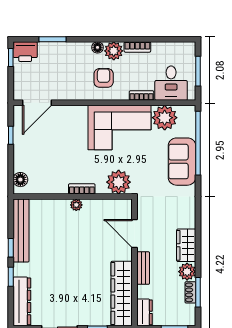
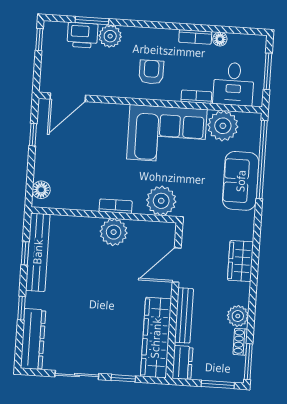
floor lamp: (98, 47) -> (220, 39), moved
plant: (114, 51) -> (110, 36), moved
printer: (25, 52) -> (82, 35), moved
plant: (76, 205) -> (114, 232), width x1.88, depth x1.88
door: (135, 233) -> (177, 265), hinge flipped
wardrobe: (186, 245) -> (240, 261), moved
window: (11, 248) -> (25, 253), moved
bench: (143, 268) -> (184, 315), width x1.36
window: (198, 292) -> (248, 362), moved

